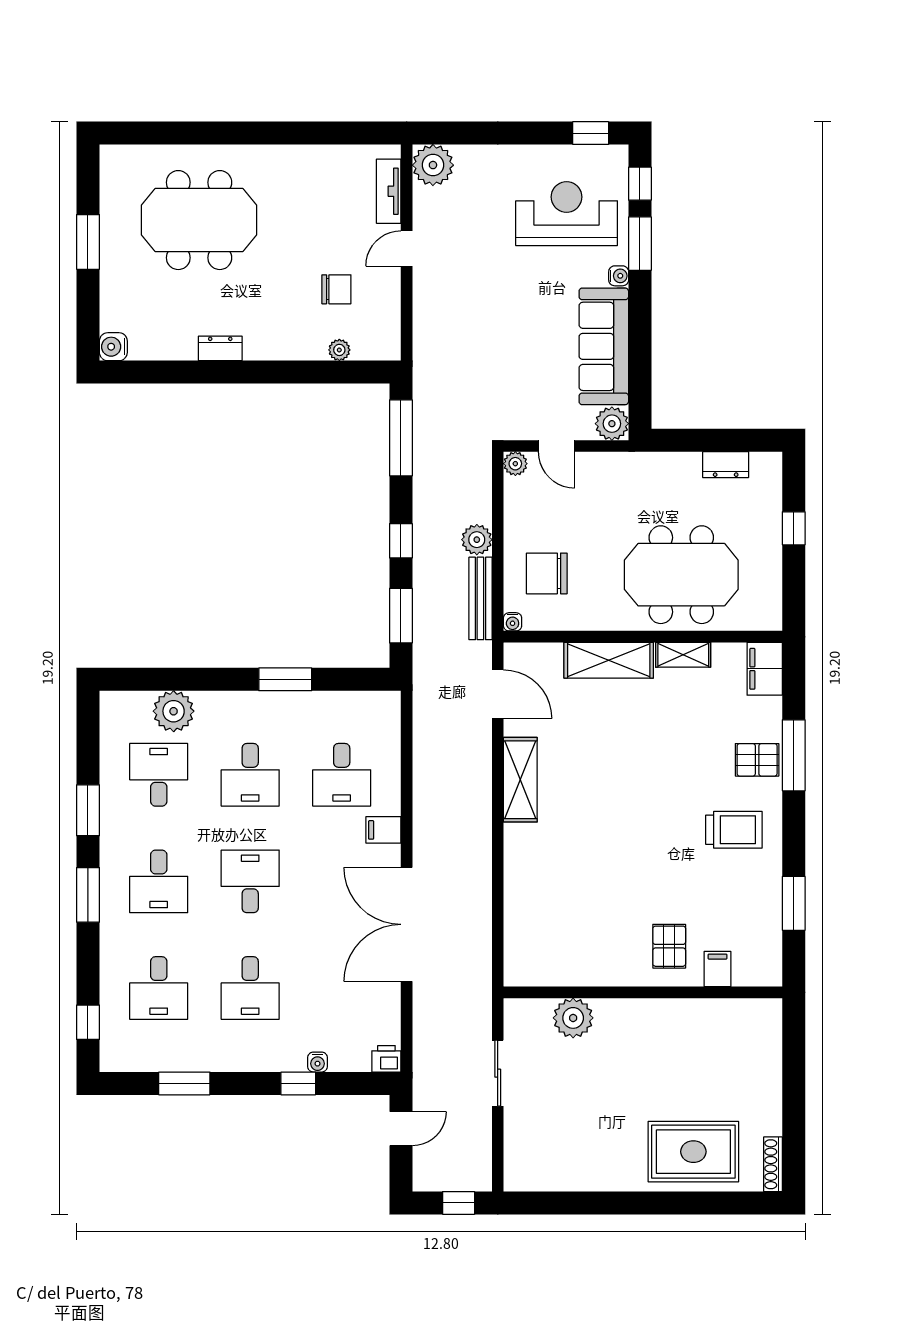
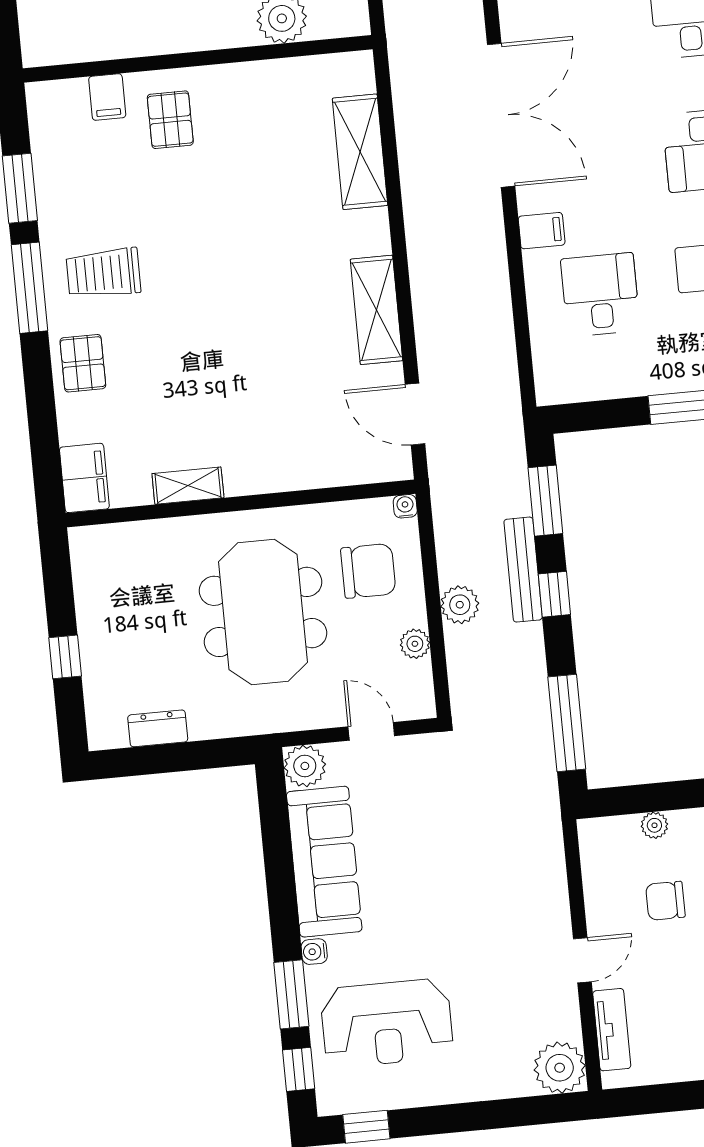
plant: (515, 464) -> (415, 644), moved
meeting table: (681, 575) -> (263, 612), moved, turned 90
bench: (480, 598) -> (523, 570), moved
shelving: (609, 660) -> (360, 152), moved, turned 90
window: (794, 755) -> (29, 288), moved
pallet: (757, 760) -> (83, 363), turned 90

